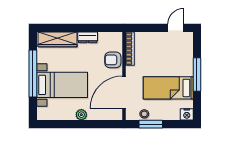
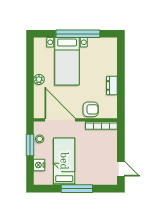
wardrobe: (57, 39) -> (110, 57), removed
armchair: (113, 60) -> (91, 109), turned 90
nightstand: (187, 114) -> (39, 165), moved

